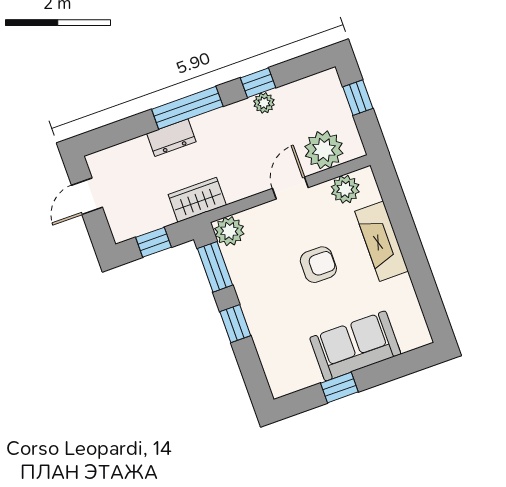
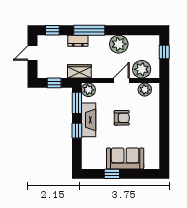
window: (258, 83) -> (52, 30), moved
plant: (264, 103) -> (119, 44), width x1.88, depth x1.88
fireplace: (382, 241) -> (89, 120), moved, turned 180

